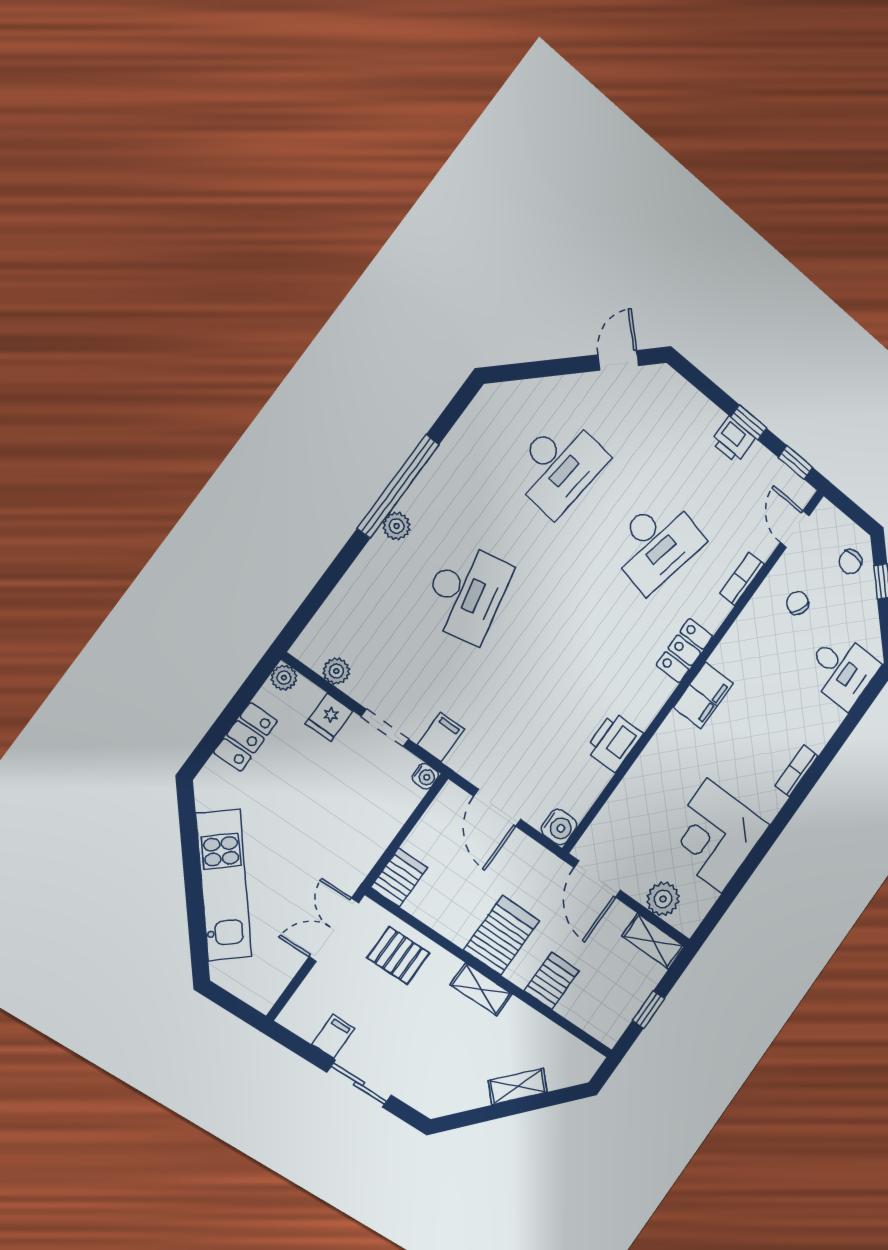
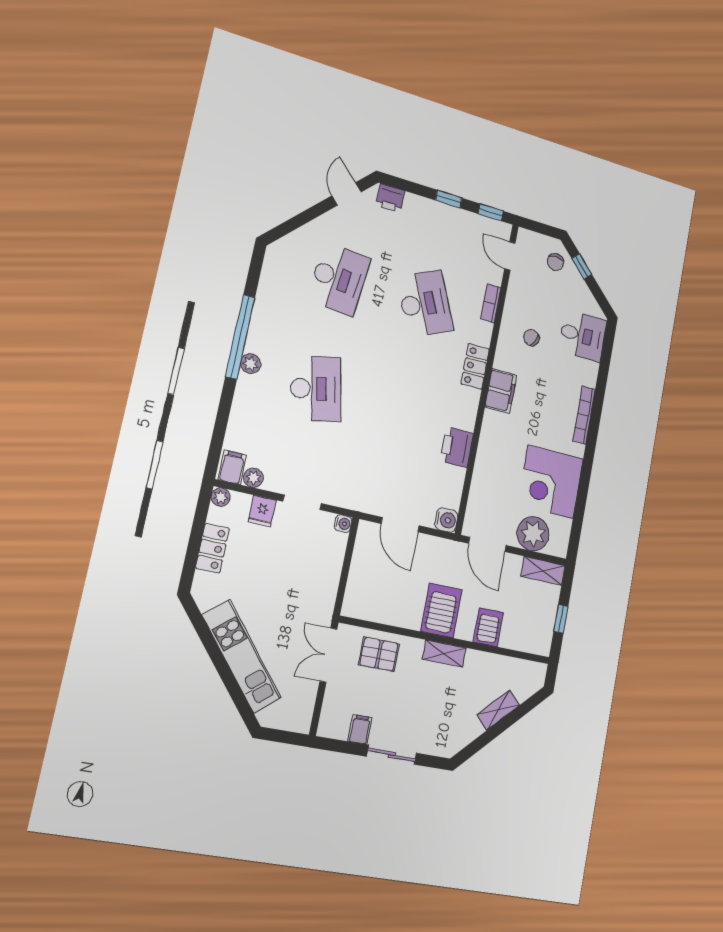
printer: (733, 440) -> (390, 198), moved
desk: (656, 544) -> (425, 304), turned -36
chair: (797, 603) -> (531, 338), moved
filing cabinet: (441, 737) -> (232, 467), moved
bookcase: (796, 771) -> (584, 415), width x1.56
server rack: (399, 878) -> (356, 600), removed
plant: (663, 899) -> (533, 534), width x1.36, depth x1.36

